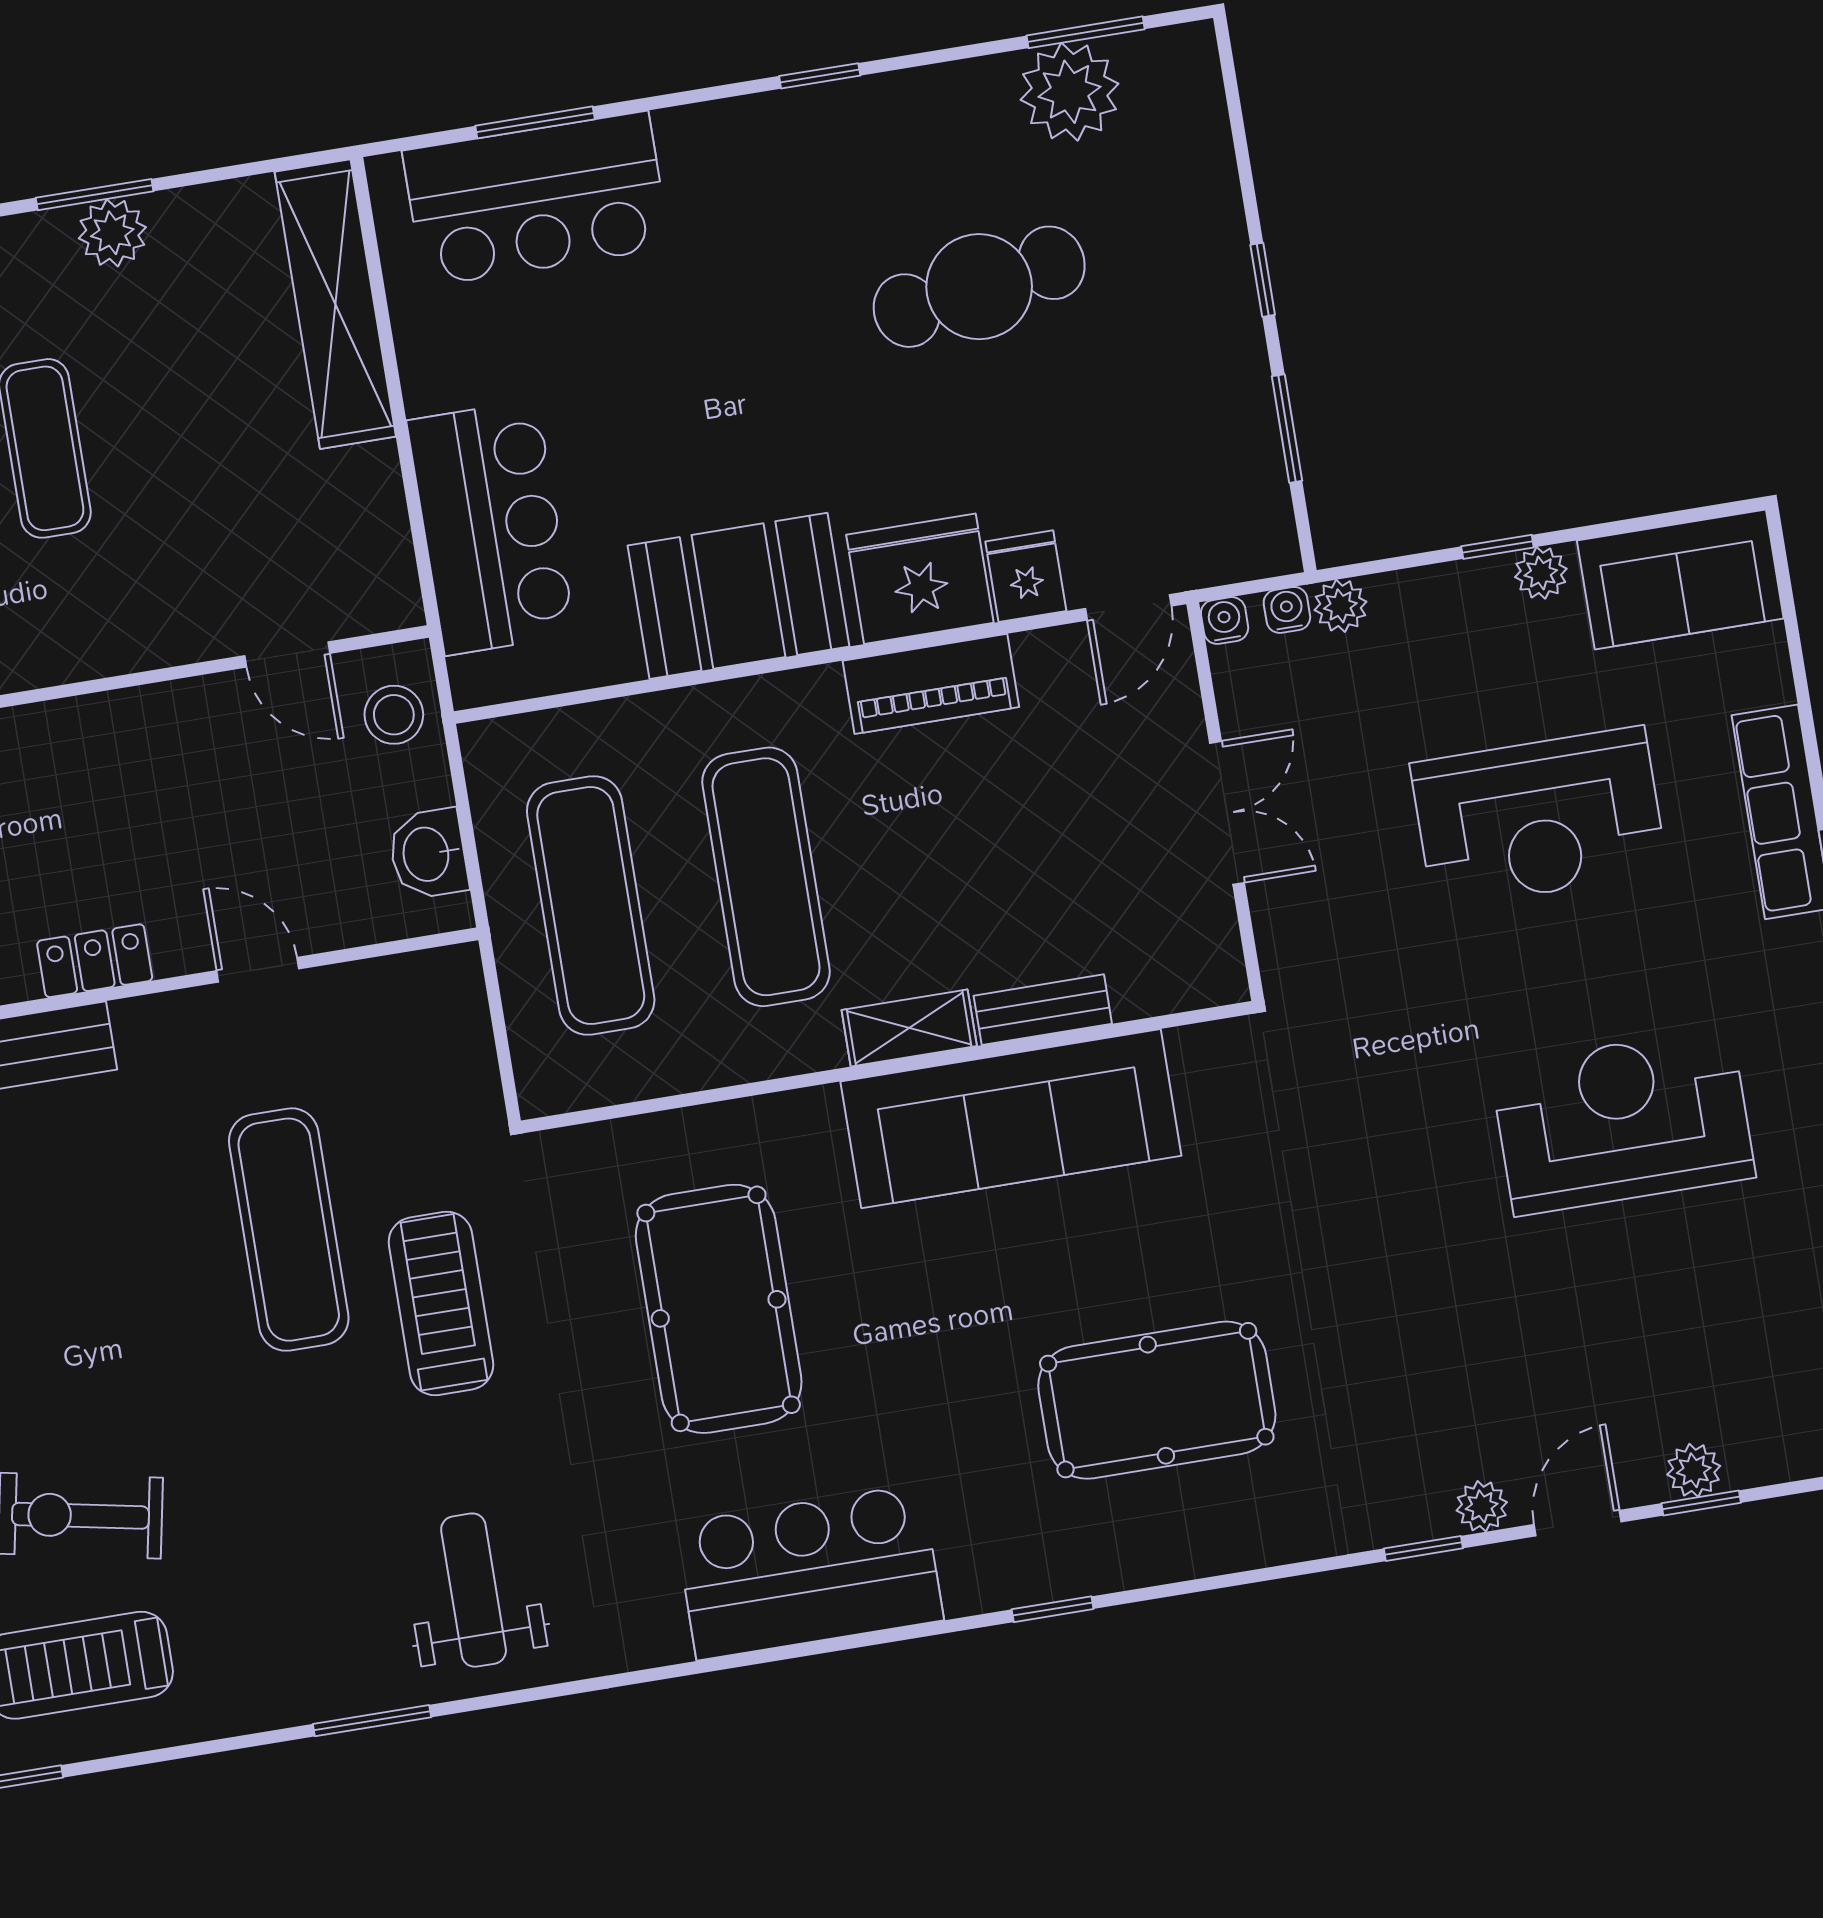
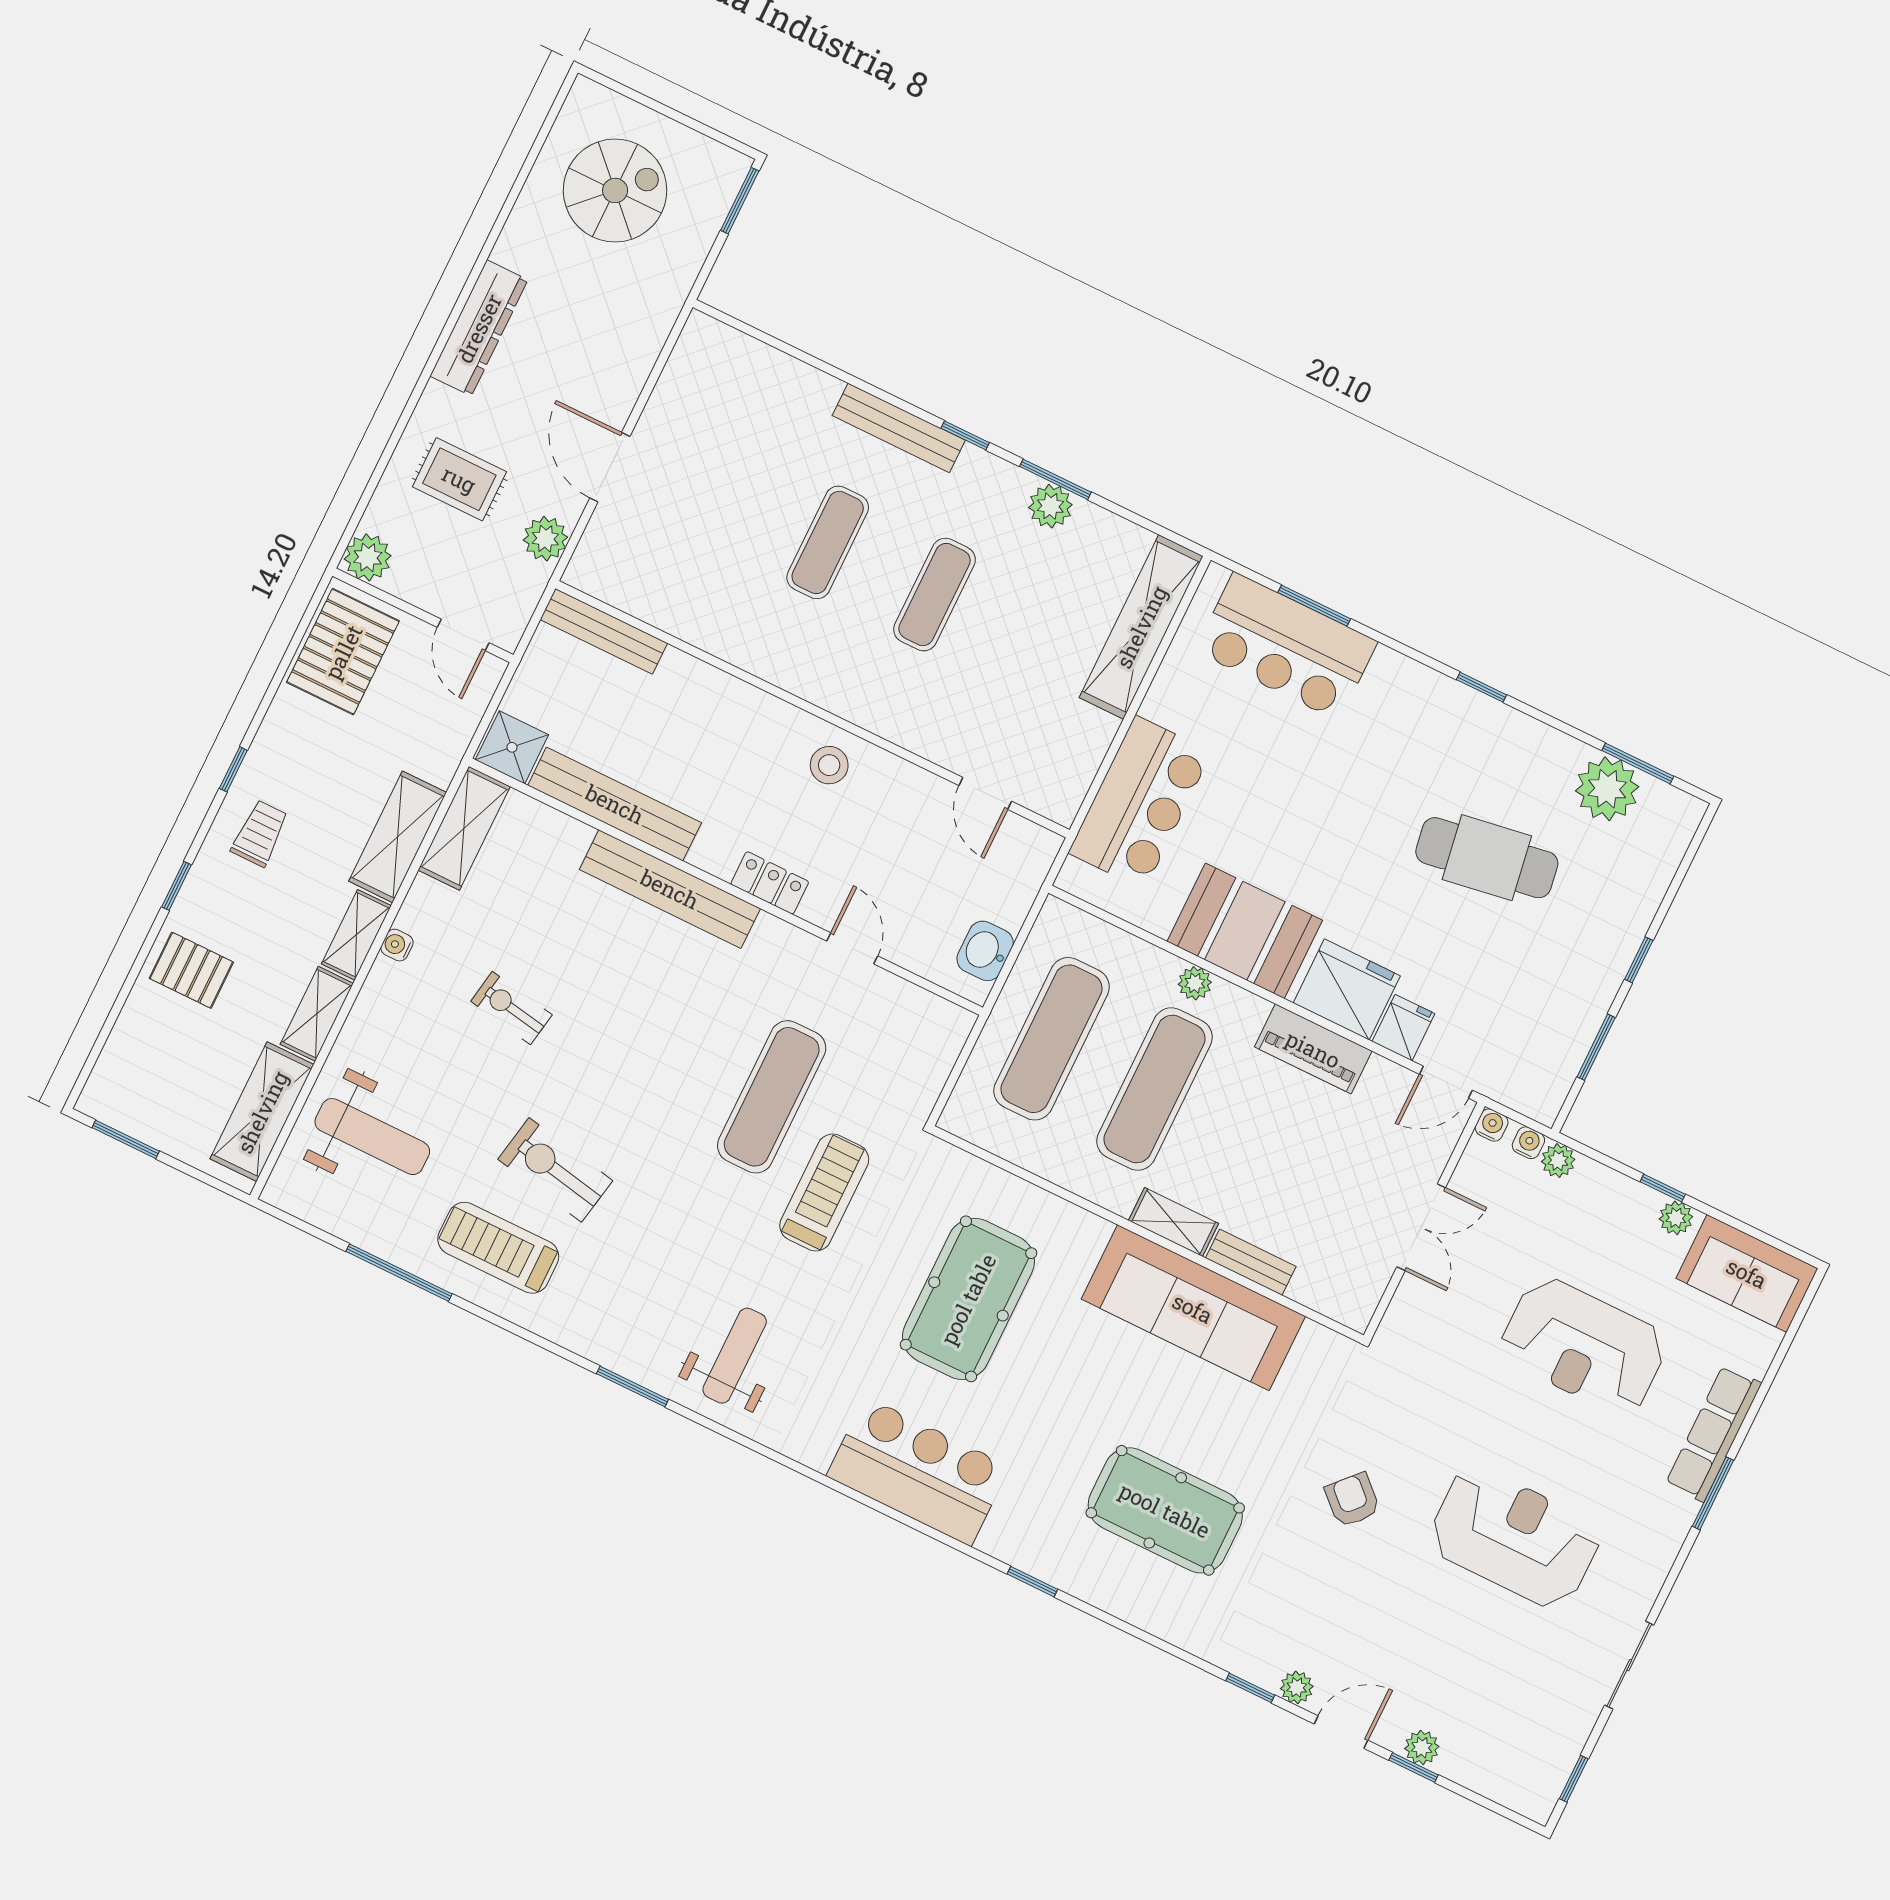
plant: (722, 707) -> (1195, 983), added
stool: (394, 715) -> (829, 765), moved
armchair: (1384, 1219) -> (1352, 1500), added

